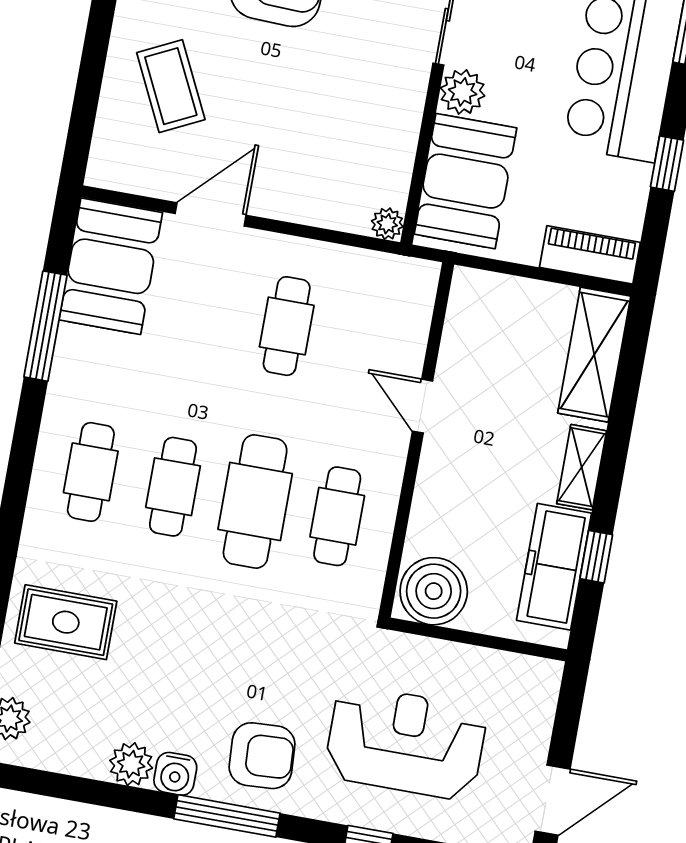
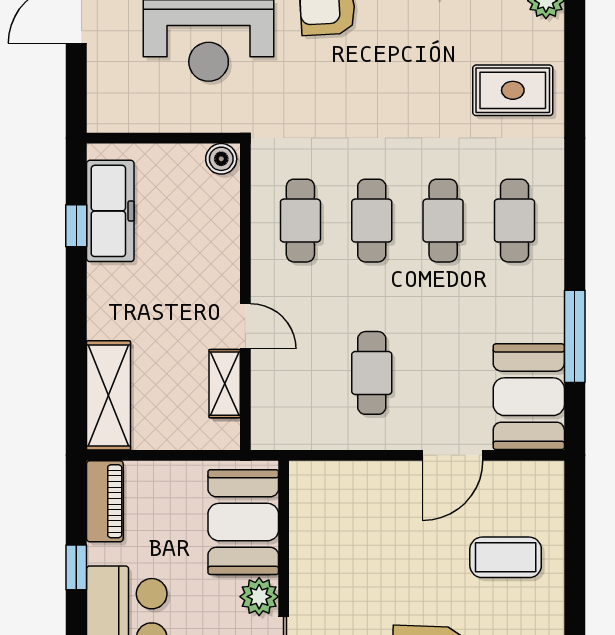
coffee table: (171, 86) -> (506, 557), turned -64
plant: (387, 224) -> (303, 474), removed
piano: (590, 255) -> (105, 501), moved, turned -90
shelving: (582, 467) -> (225, 384), moved
cafe table: (255, 501) -> (372, 221), width x0.73, depth x0.74
boiler: (434, 591) -> (221, 159), width x0.54, depth x0.54

